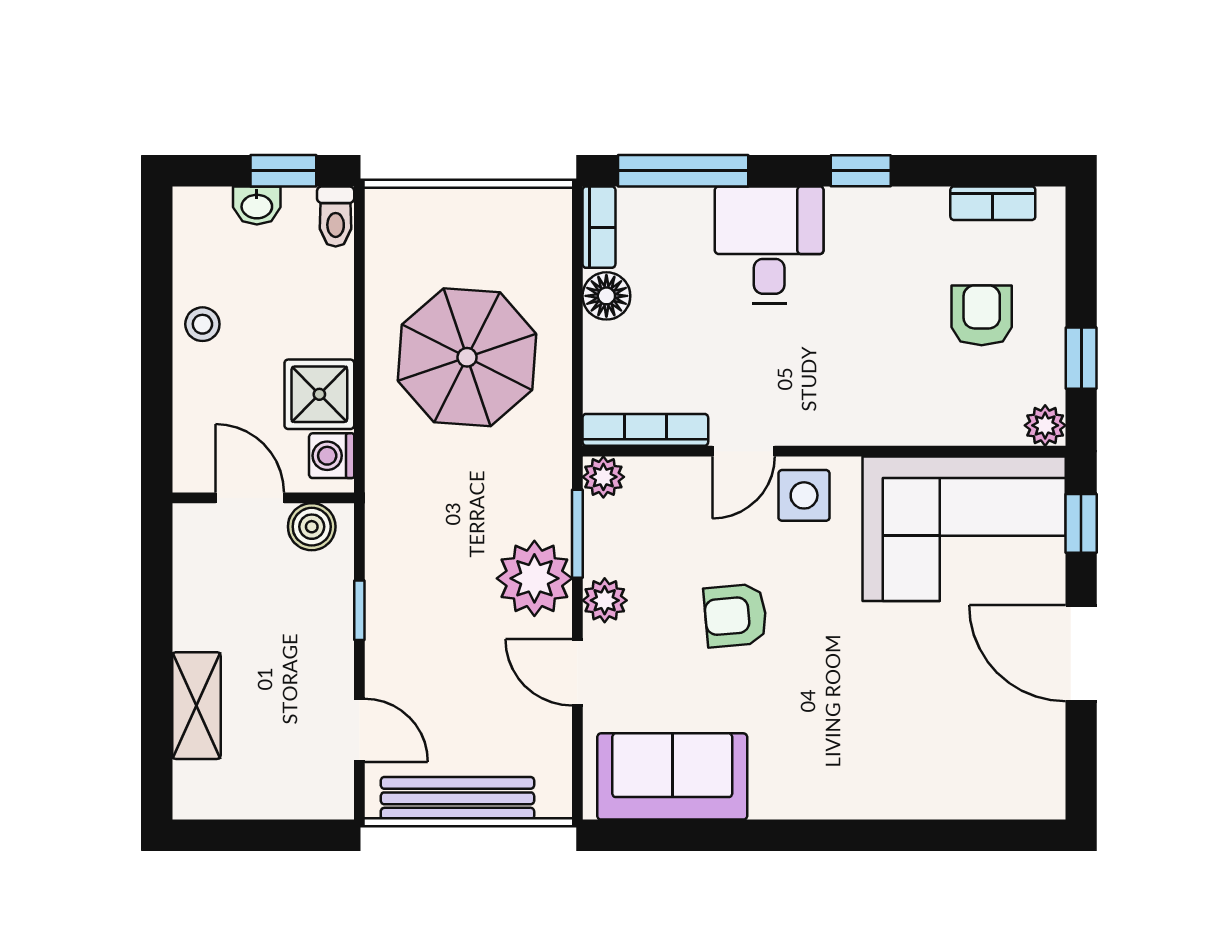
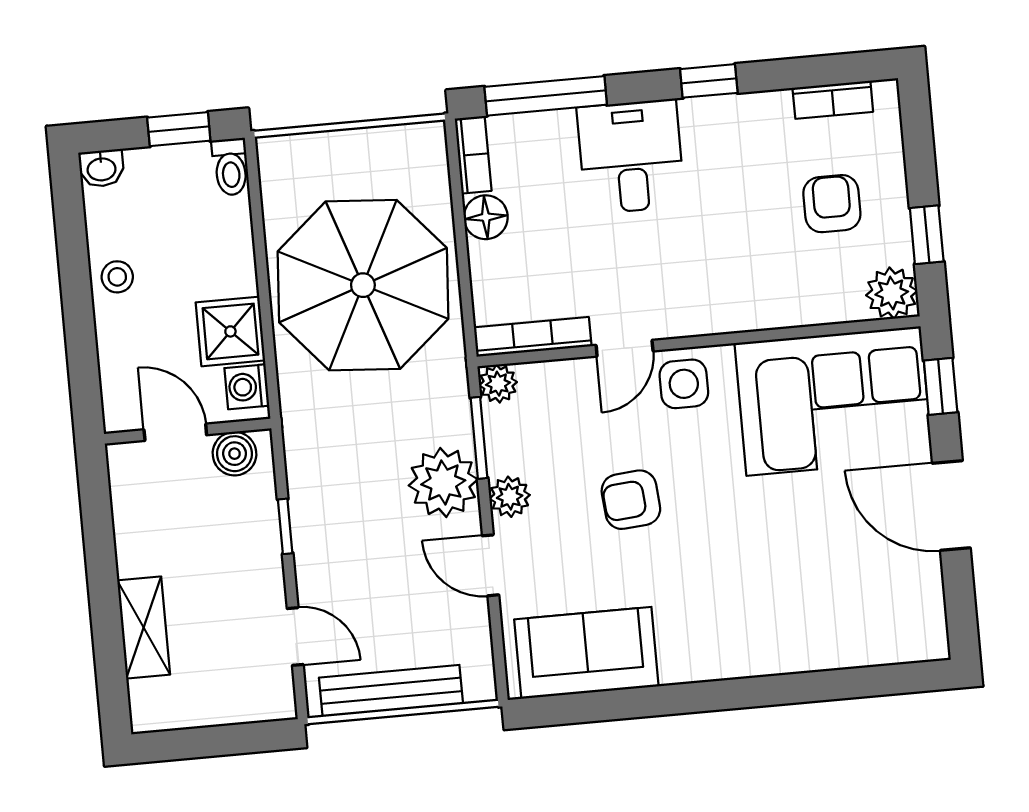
washbasin: (257, 205) -> (101, 168), moved
parasol: (467, 357) -> (363, 285), width x1.36, depth x1.36
plant: (1045, 425) -> (892, 293), width x1.38, depth x1.38

